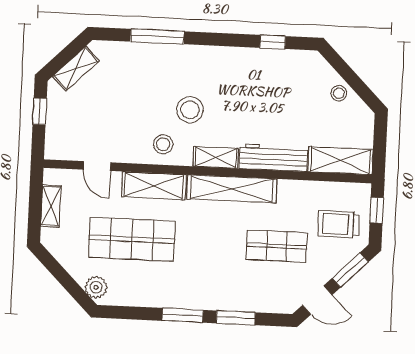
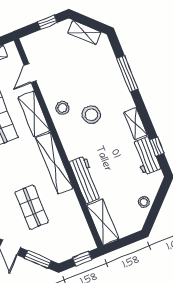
workbench: (279, 62) -> (146, 156), added
shelving: (216, 157) -> (136, 124), moved
trolley: (338, 224) -> (63, 239), removed

